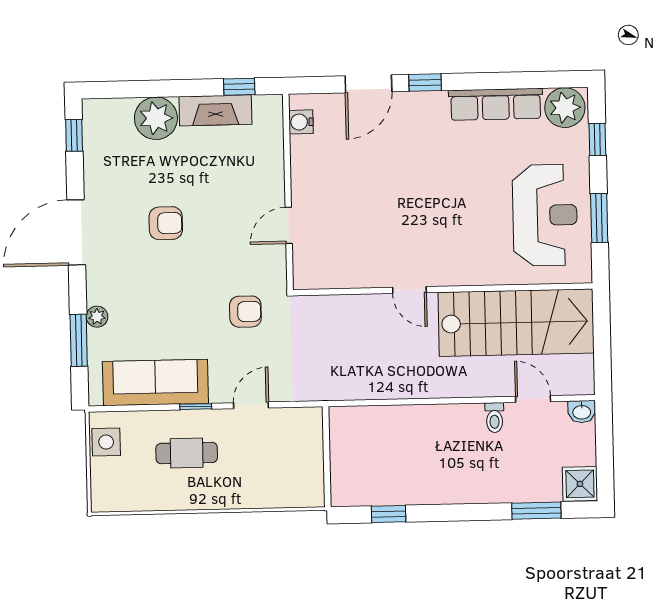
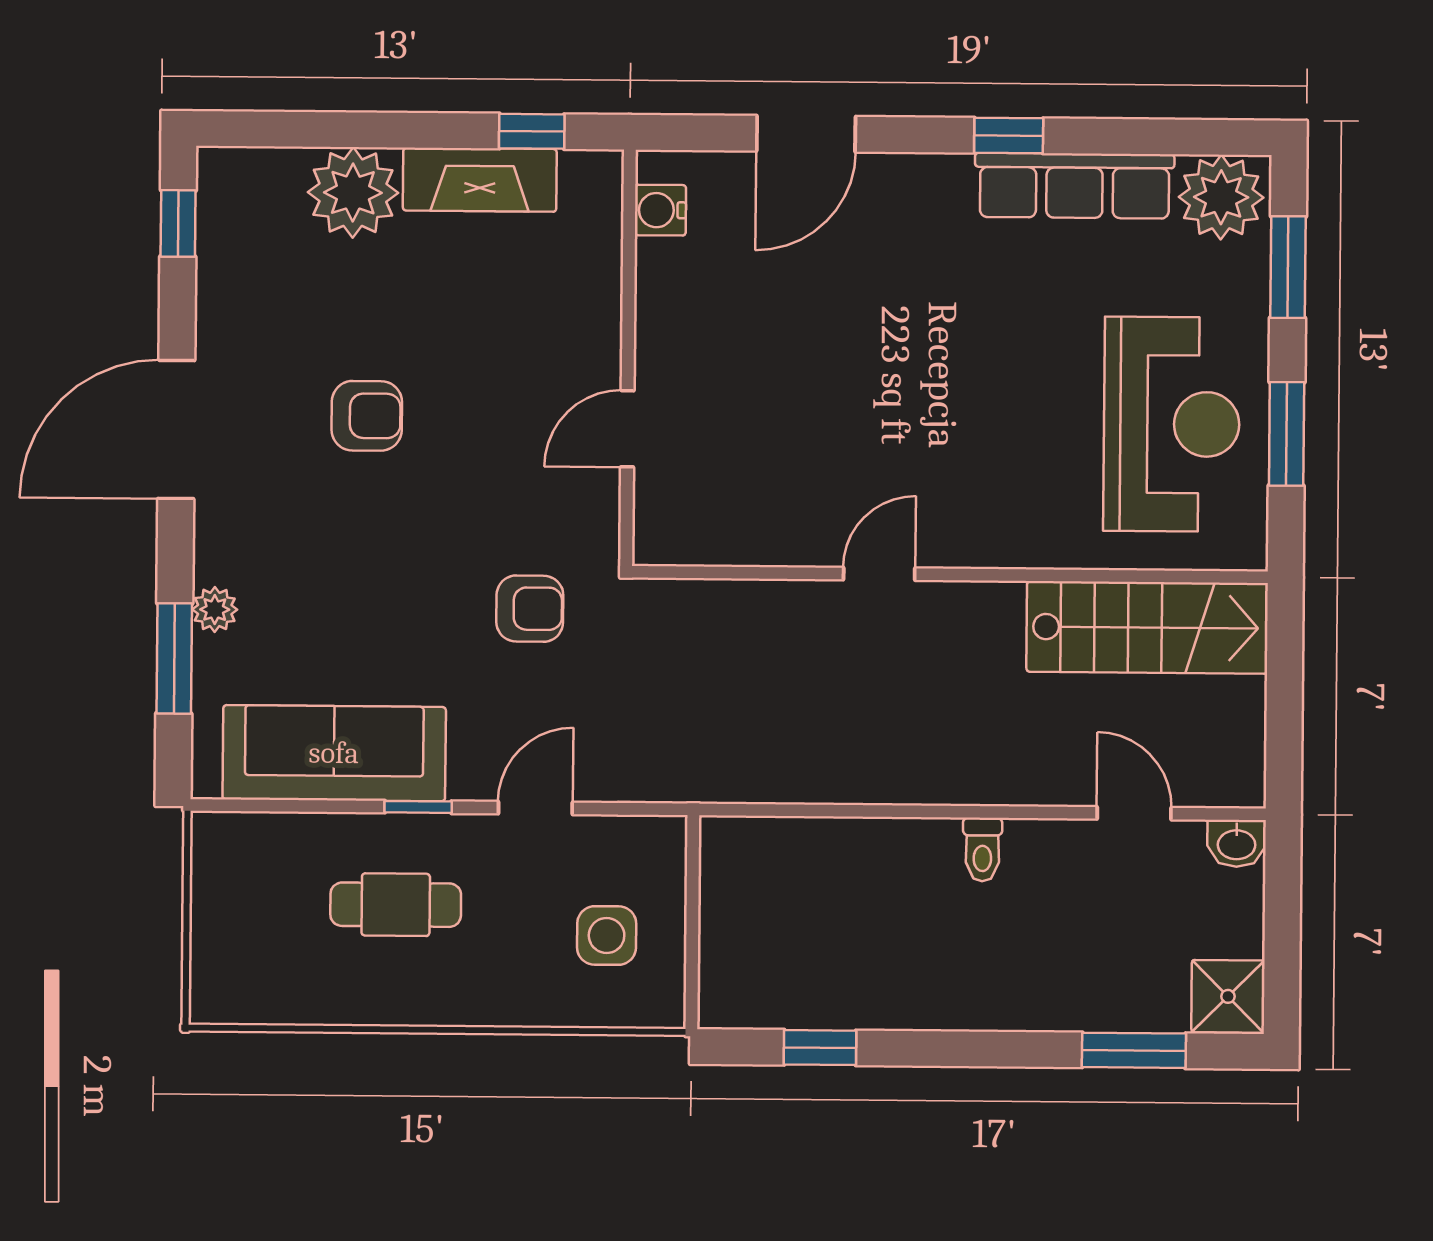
window: (425, 83) -> (1009, 136), moved
window: (597, 140) -> (1288, 267), width x1.50
door: (409, 290) -> (879, 574), swing flipped
stairs: (516, 323) -> (1147, 627), width x0.73, depth x0.66
toilet: (494, 418) -> (982, 850), moved
side table: (106, 442) -> (607, 936), moved

